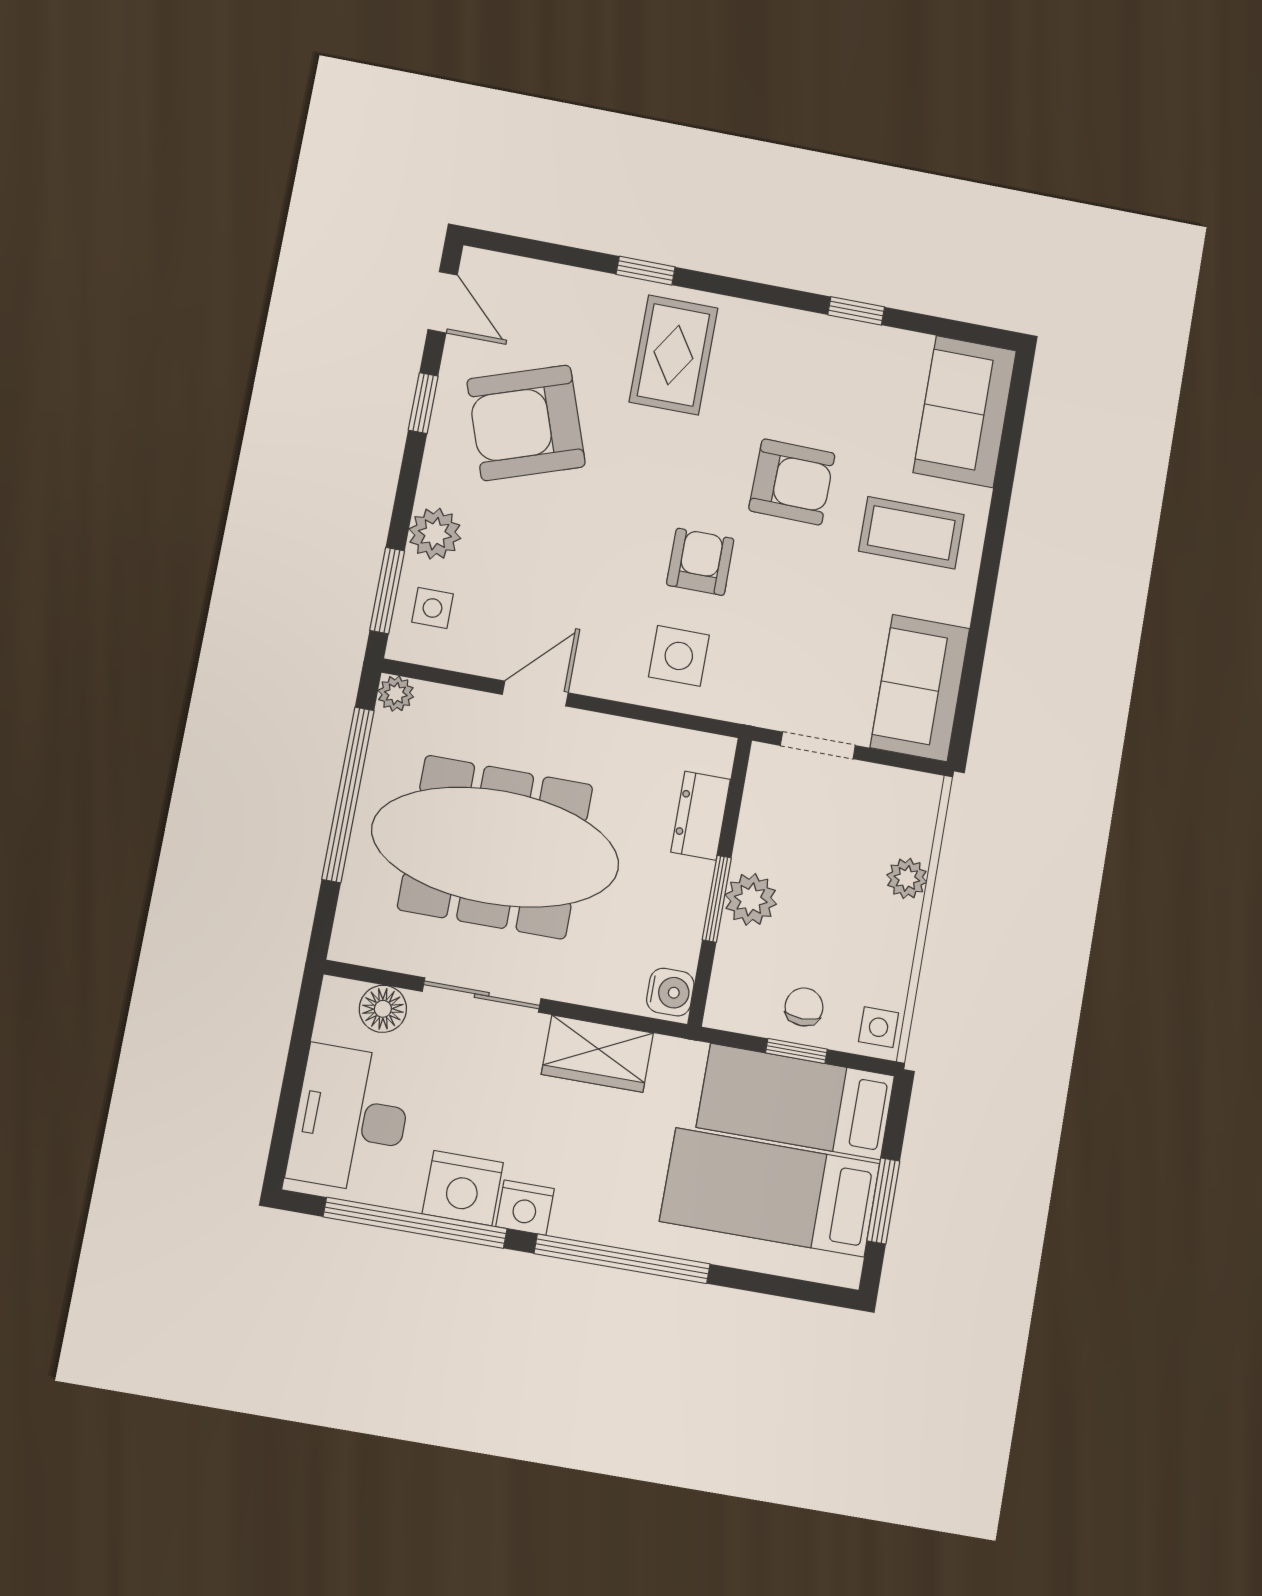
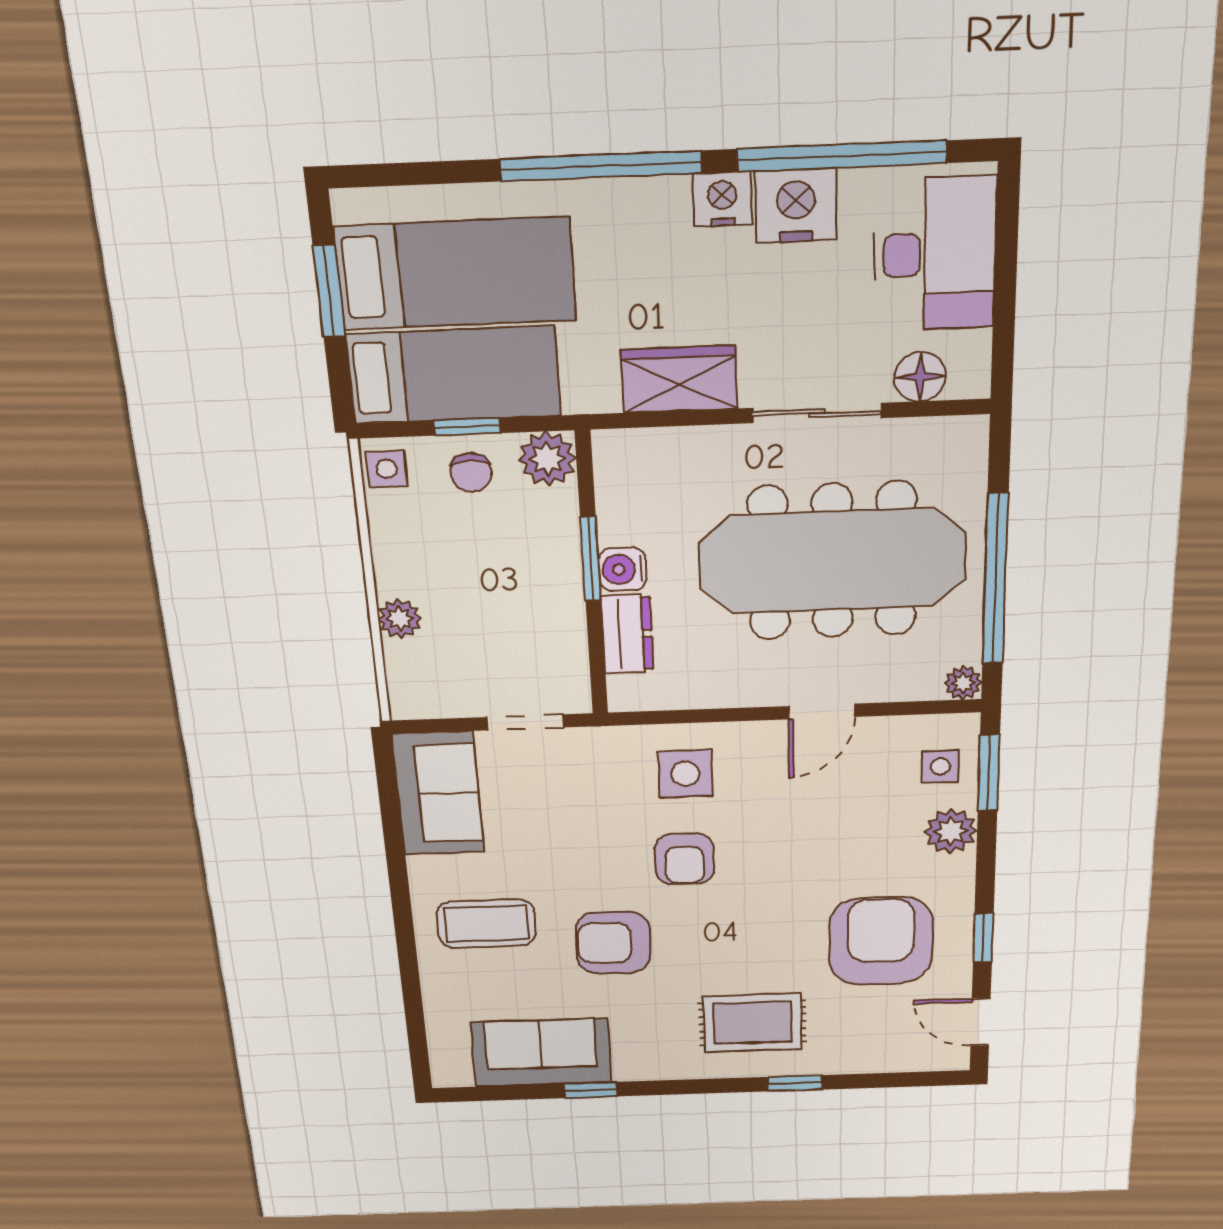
rug: (673, 355) -> (753, 1023), turned 90
sofa: (965, 412) -> (541, 1052), moved, turned -90
armchair: (526, 423) -> (881, 941), turned -71
plant: (751, 899) -> (547, 459), moved
water cooler: (670, 992) -> (623, 569), moved

